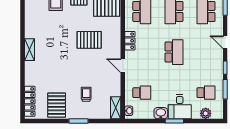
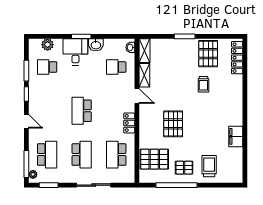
filing cabinet: (31, 28) -> (236, 136), added
pallet: (89, 40) -> (173, 124), turned 90
shelving: (30, 50) -> (144, 75), moved
trolley: (86, 94) -> (203, 84), moved

